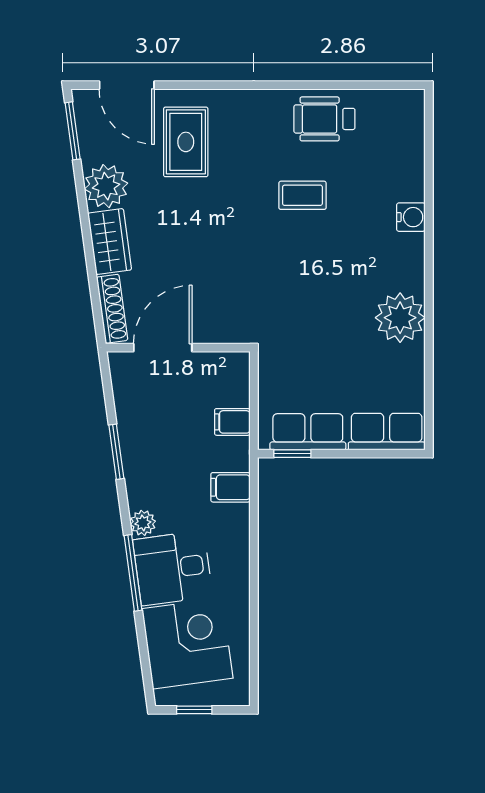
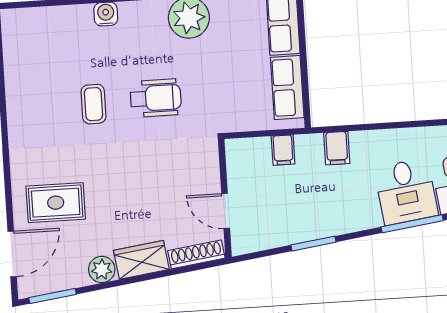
wheelchair: (324, 119) -> (156, 98), moved, turned -90
plant: (106, 186) -> (102, 269), width x0.73, depth x0.73
door: (163, 348) -> (226, 211), width x0.73
window: (292, 454) -> (306, 99), removed
plant: (143, 523) -> (371, 218), removed

